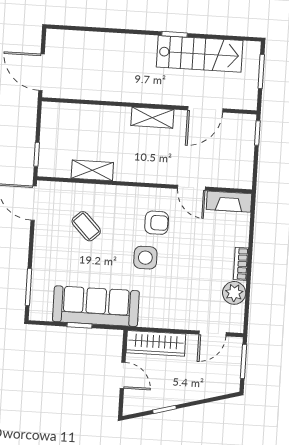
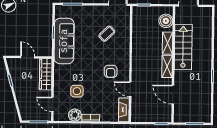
stairs: (200, 54) -> (183, 47), moved, turned 180
boiler: (68, 116) -> (166, 21), added
shelving: (92, 170) -> (167, 43), moved
door: (191, 188) -> (130, 89), hinge flipped
side table: (145, 258) -> (77, 91), moved
door: (123, 375) -> (28, 57), swing flipped

